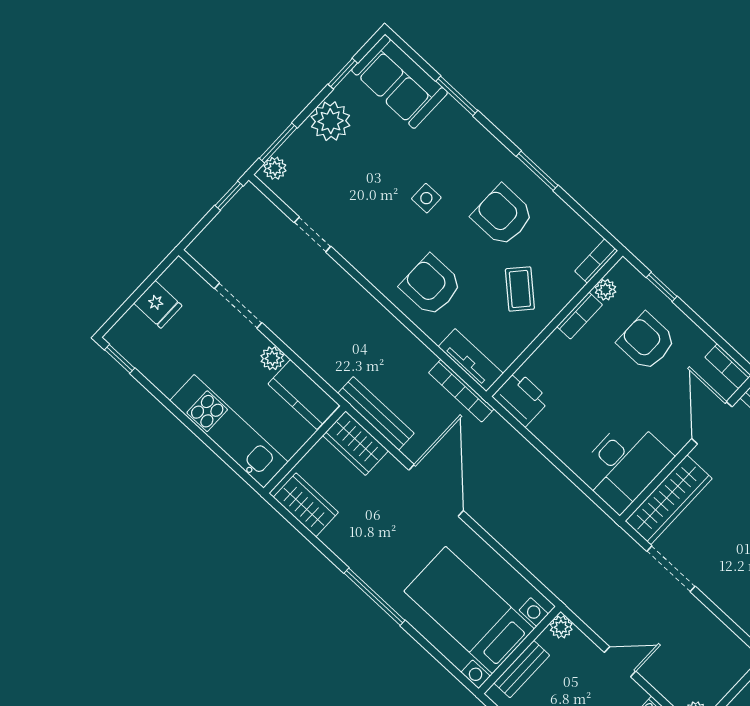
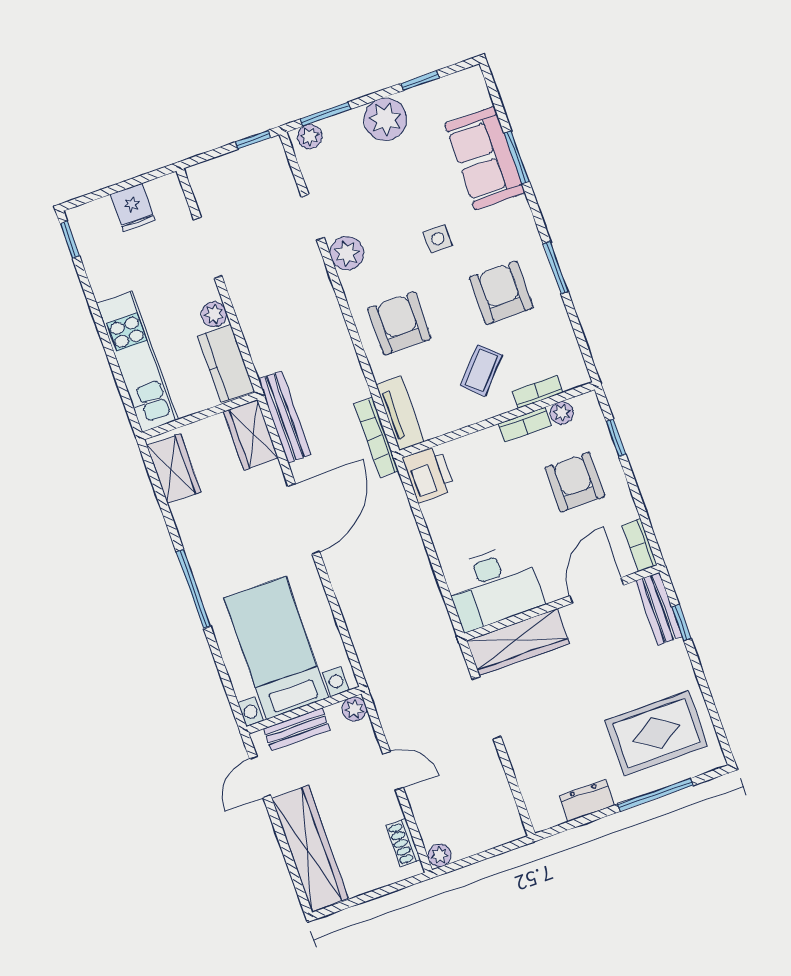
sofa: (400, 81) -> (485, 158), moved
plant: (357, 250) -> (347, 253), added
bookcase: (596, 261) -> (538, 392), moved

